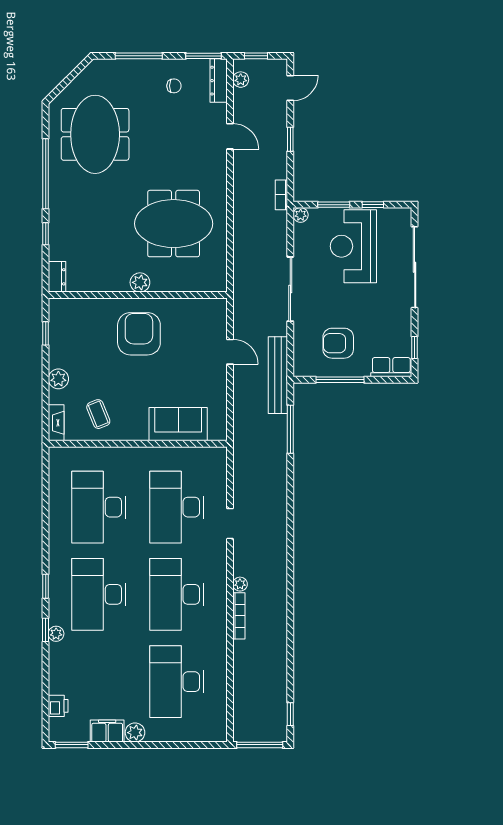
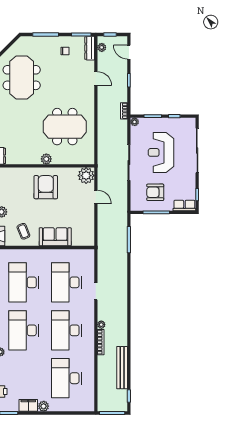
door: (290, 88) -> (129, 52), swing flipped
reception desk: (353, 246) -> (161, 152), moved
plant: (212, 313) -> (86, 176), added
bench: (278, 375) -> (122, 368), moved
sofa: (178, 424) -> (55, 237), moved

